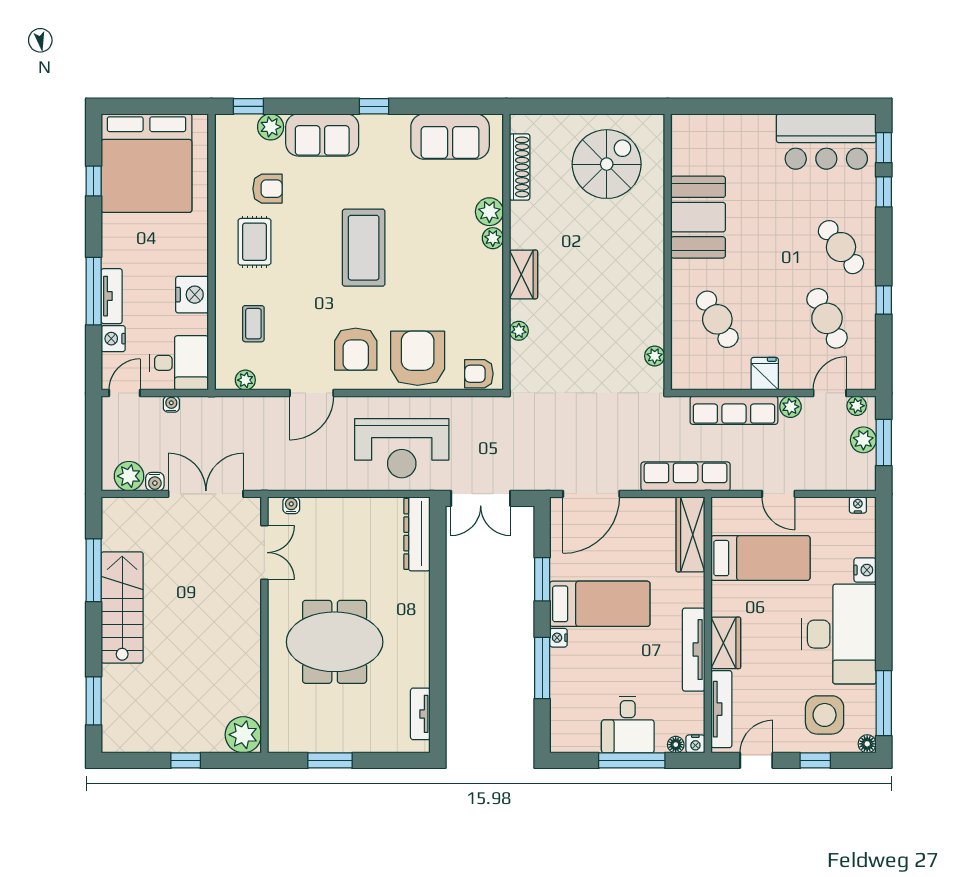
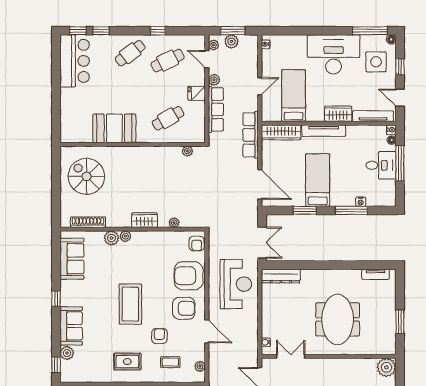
armchair: (268, 189) -> (159, 336), moved
coffee table: (364, 248) -> (130, 304), turned 90
nightstand: (865, 570) -> (300, 41), removed
nightstand: (558, 638) -> (361, 202), moved
tv unit: (694, 650) -> (324, 131), moved

